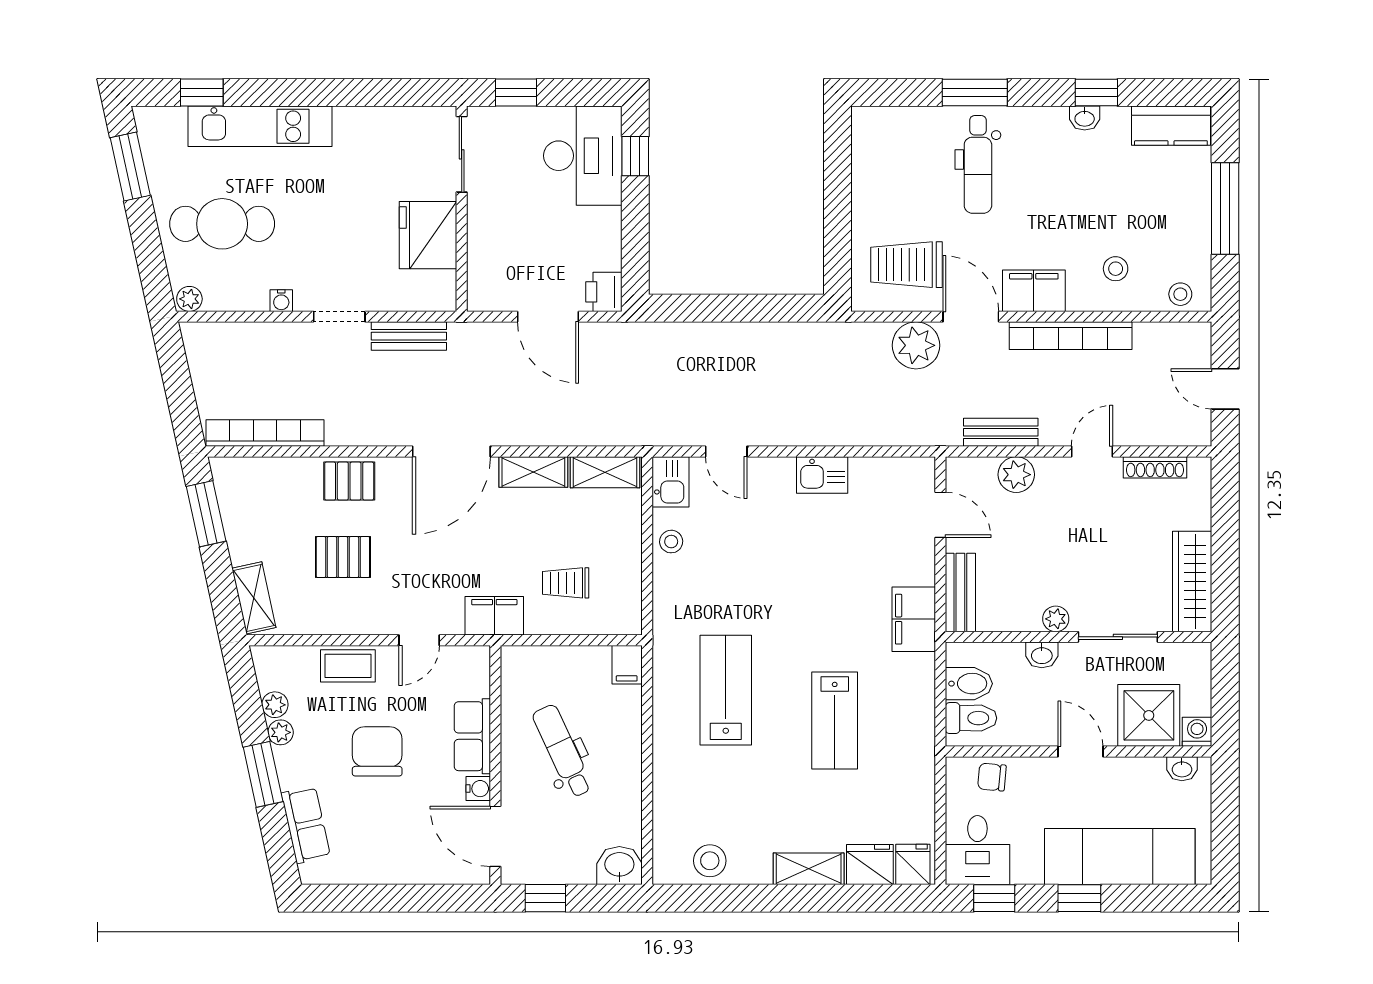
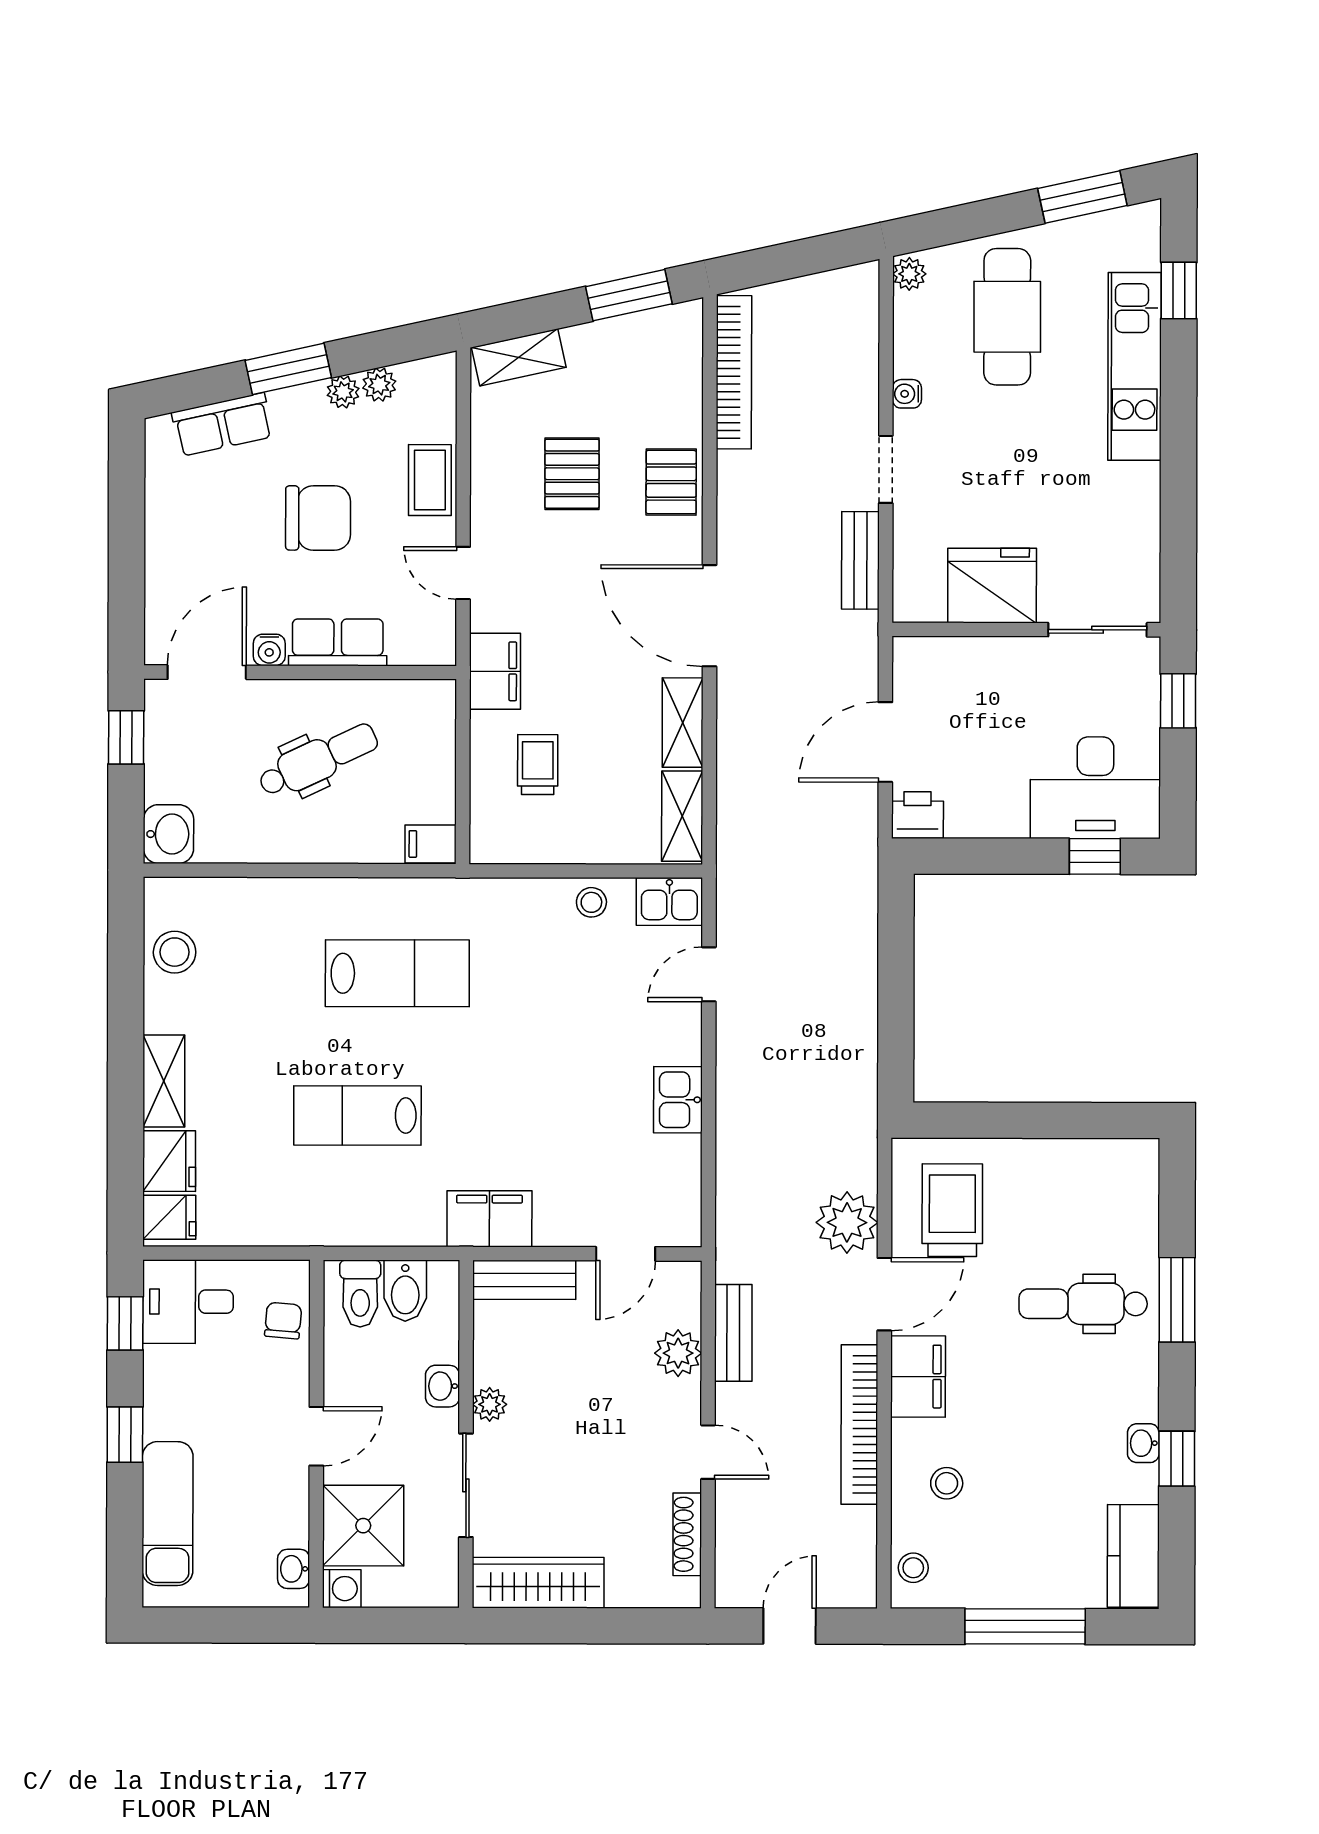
exam couch: (1120, 857) -> (168, 1514), width x0.73, depth x0.69

